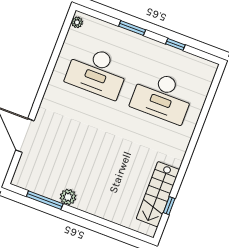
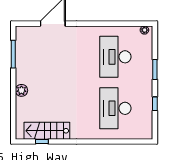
plant: (68, 197) -> (21, 90), moved

